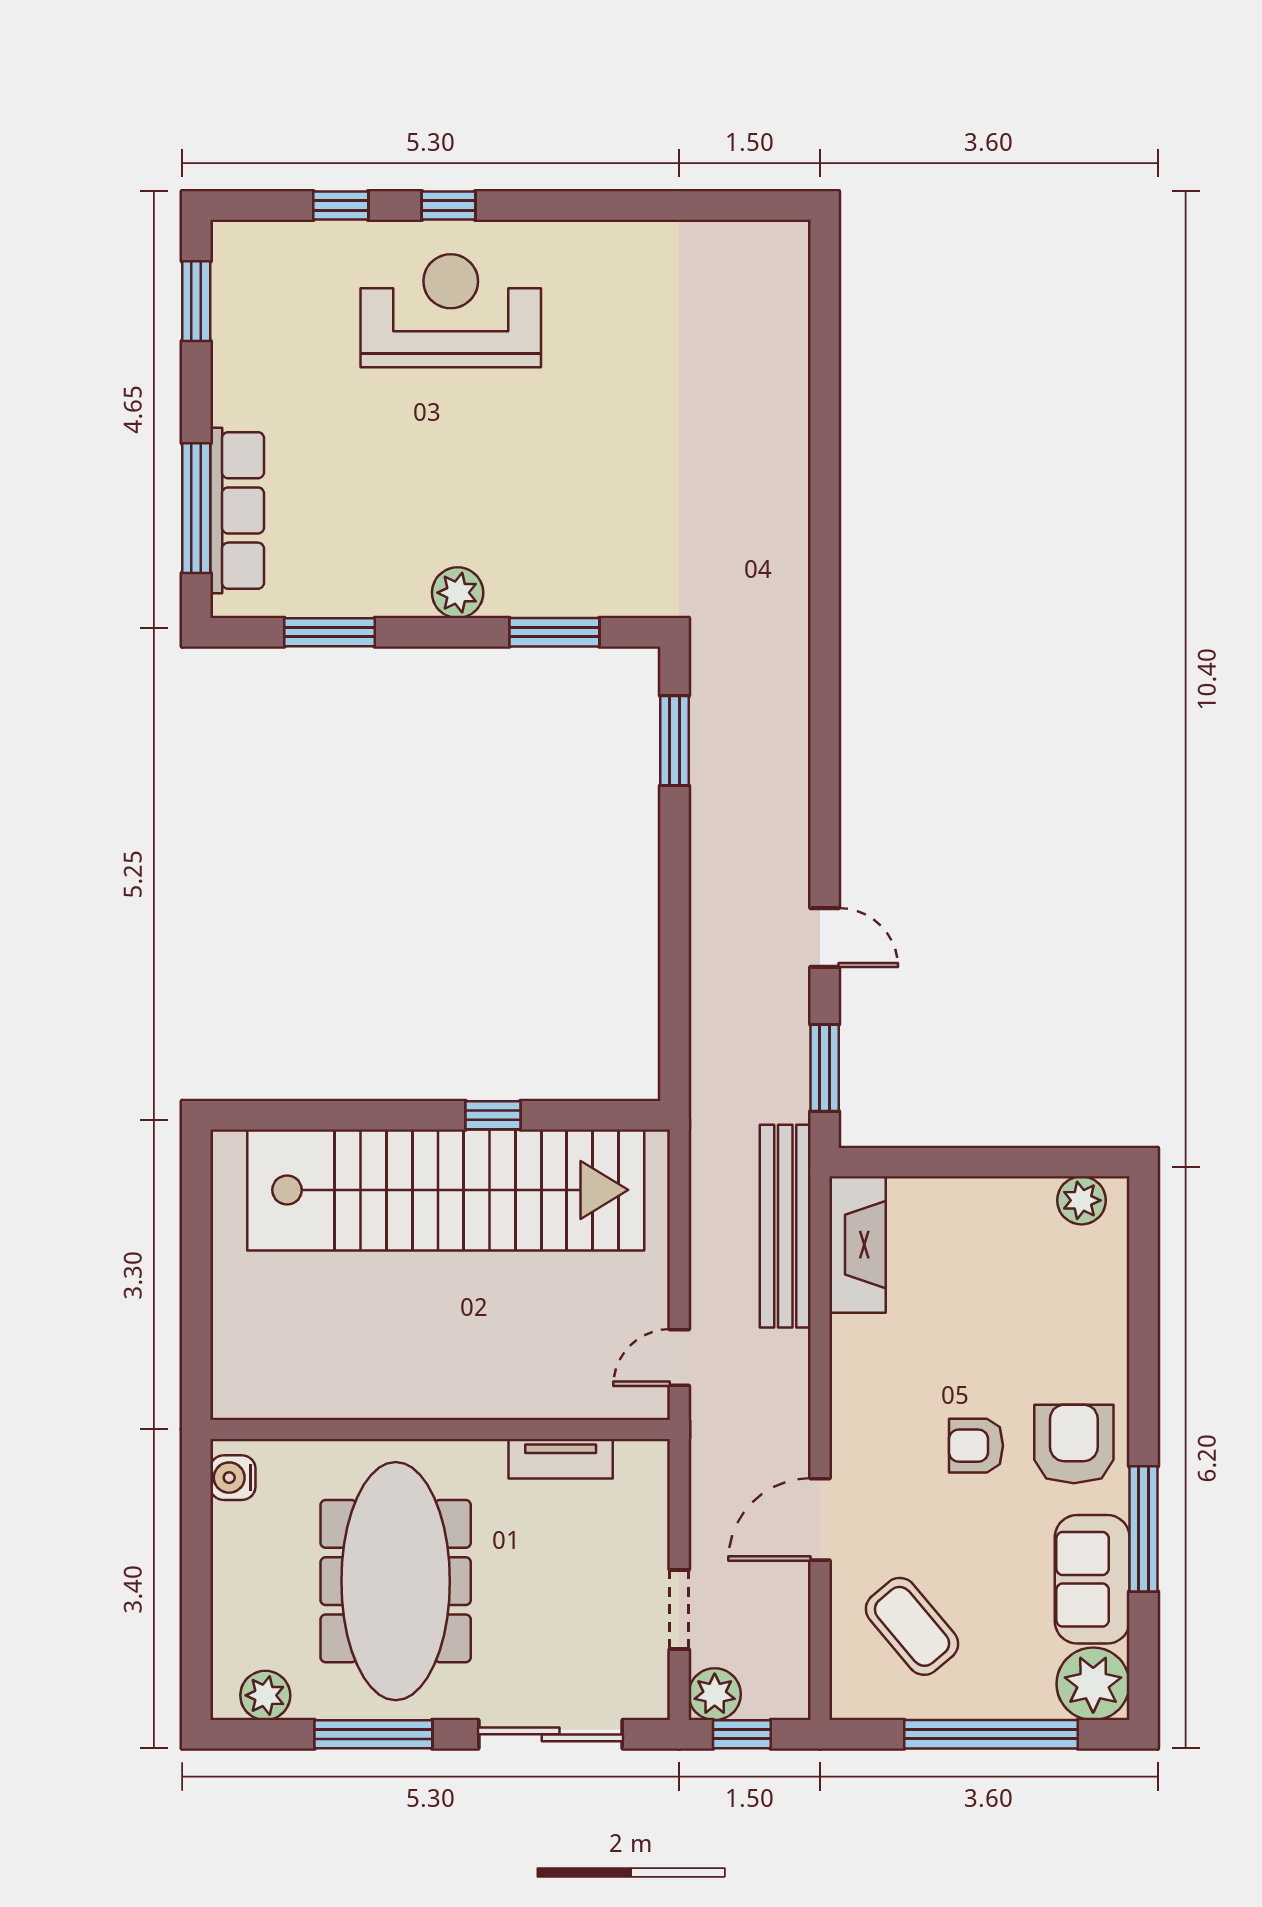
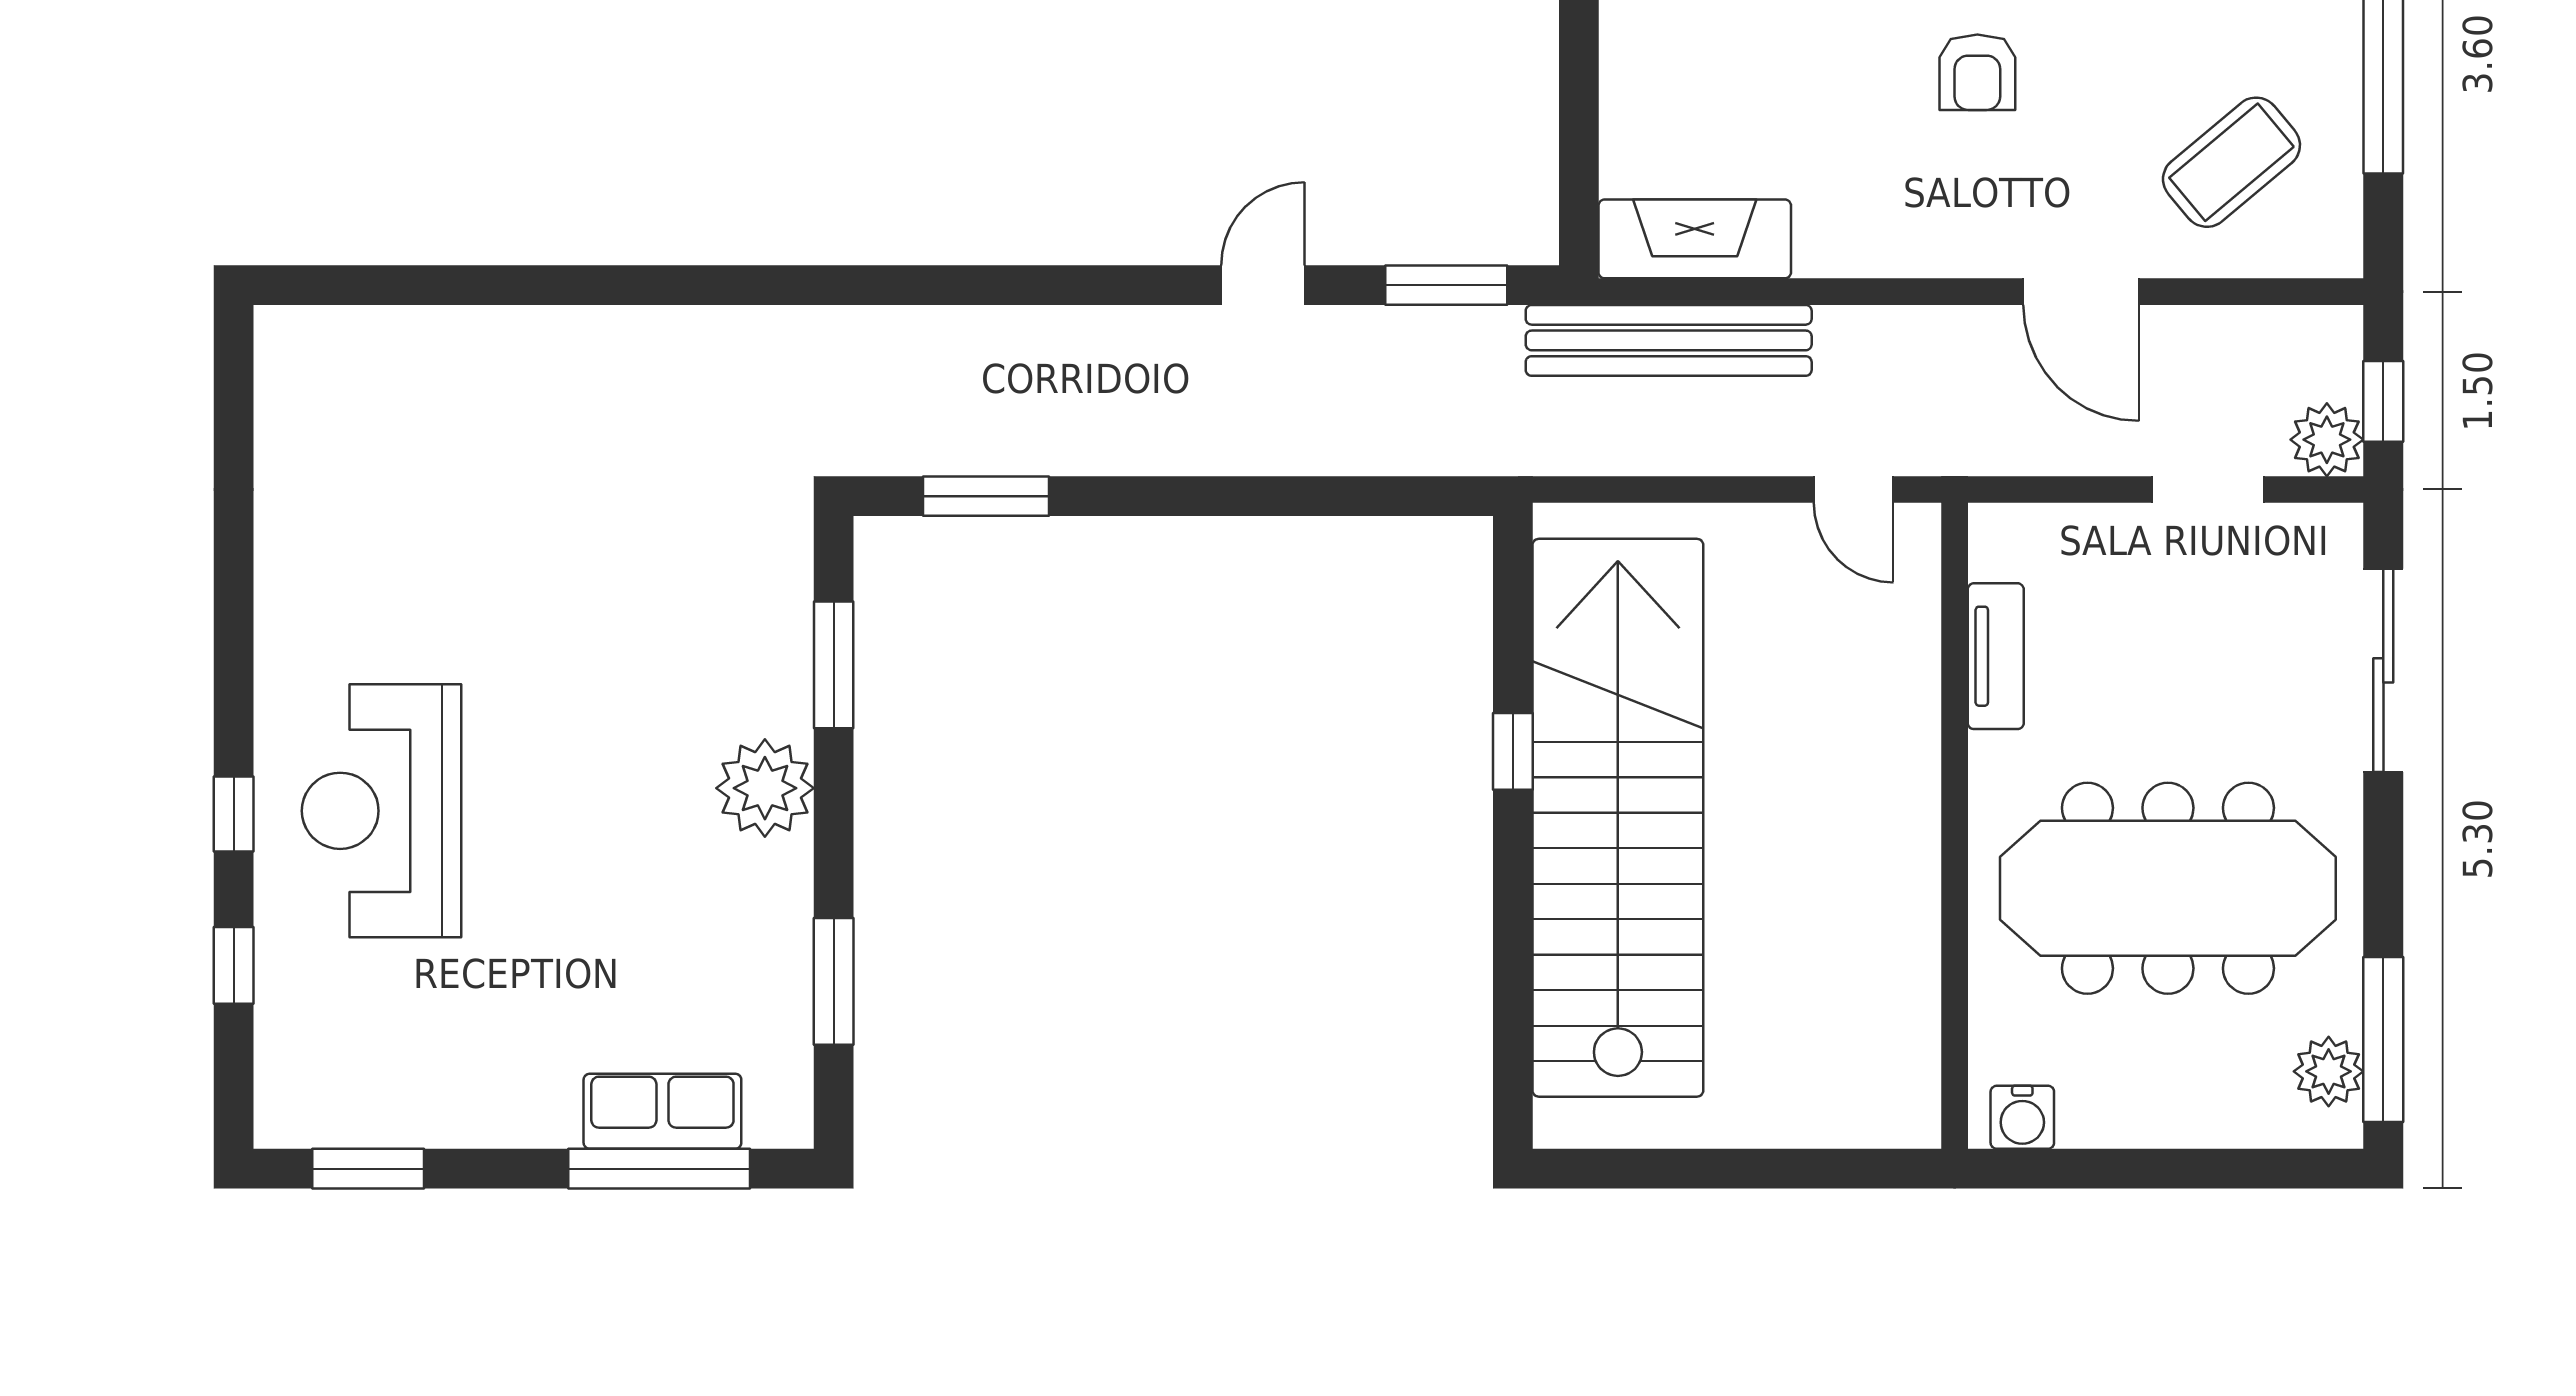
row of seats: (237, 510) -> (662, 1111), width x0.68
plant: (458, 593) -> (765, 788), width x1.36, depth x1.36
window: (373, 1734) -> (2383, 1039), moved

